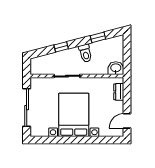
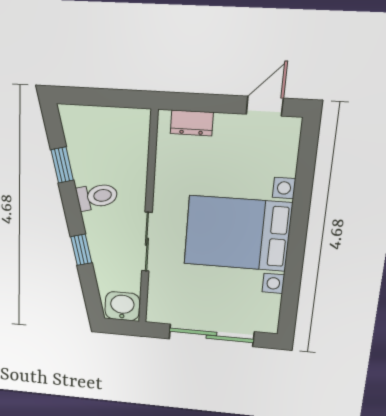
washbasin: (116, 68) -> (122, 306), moved, turned 90
door: (127, 121) -> (265, 106), swing flipped

